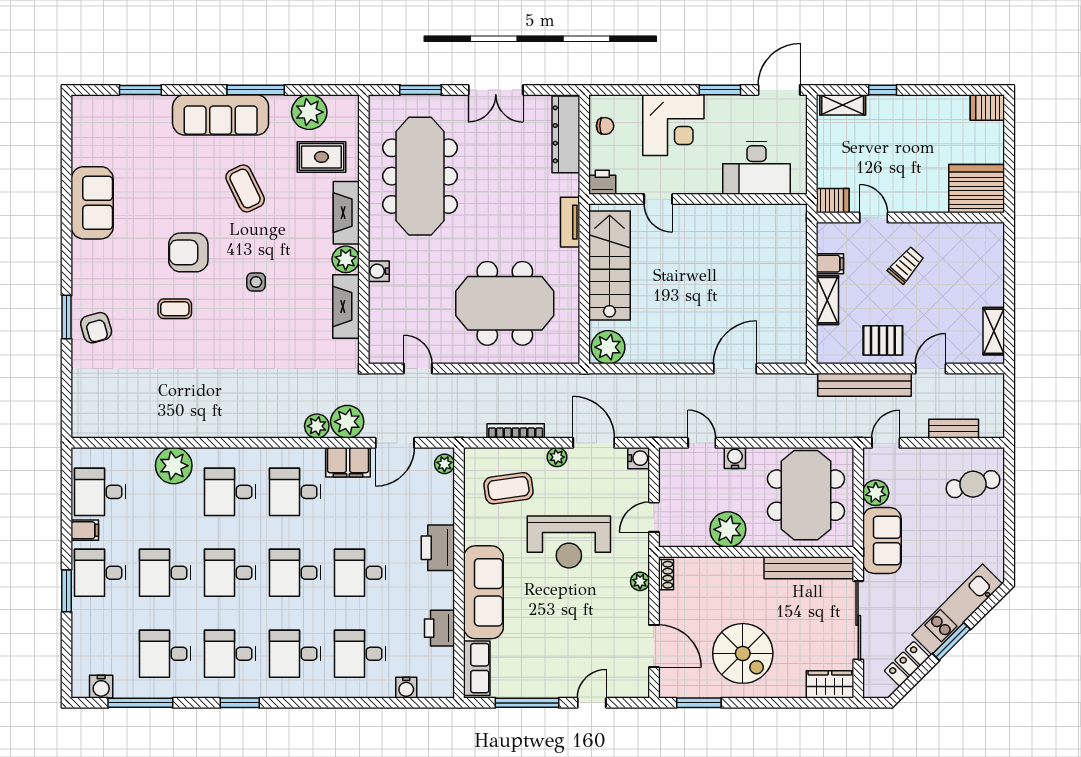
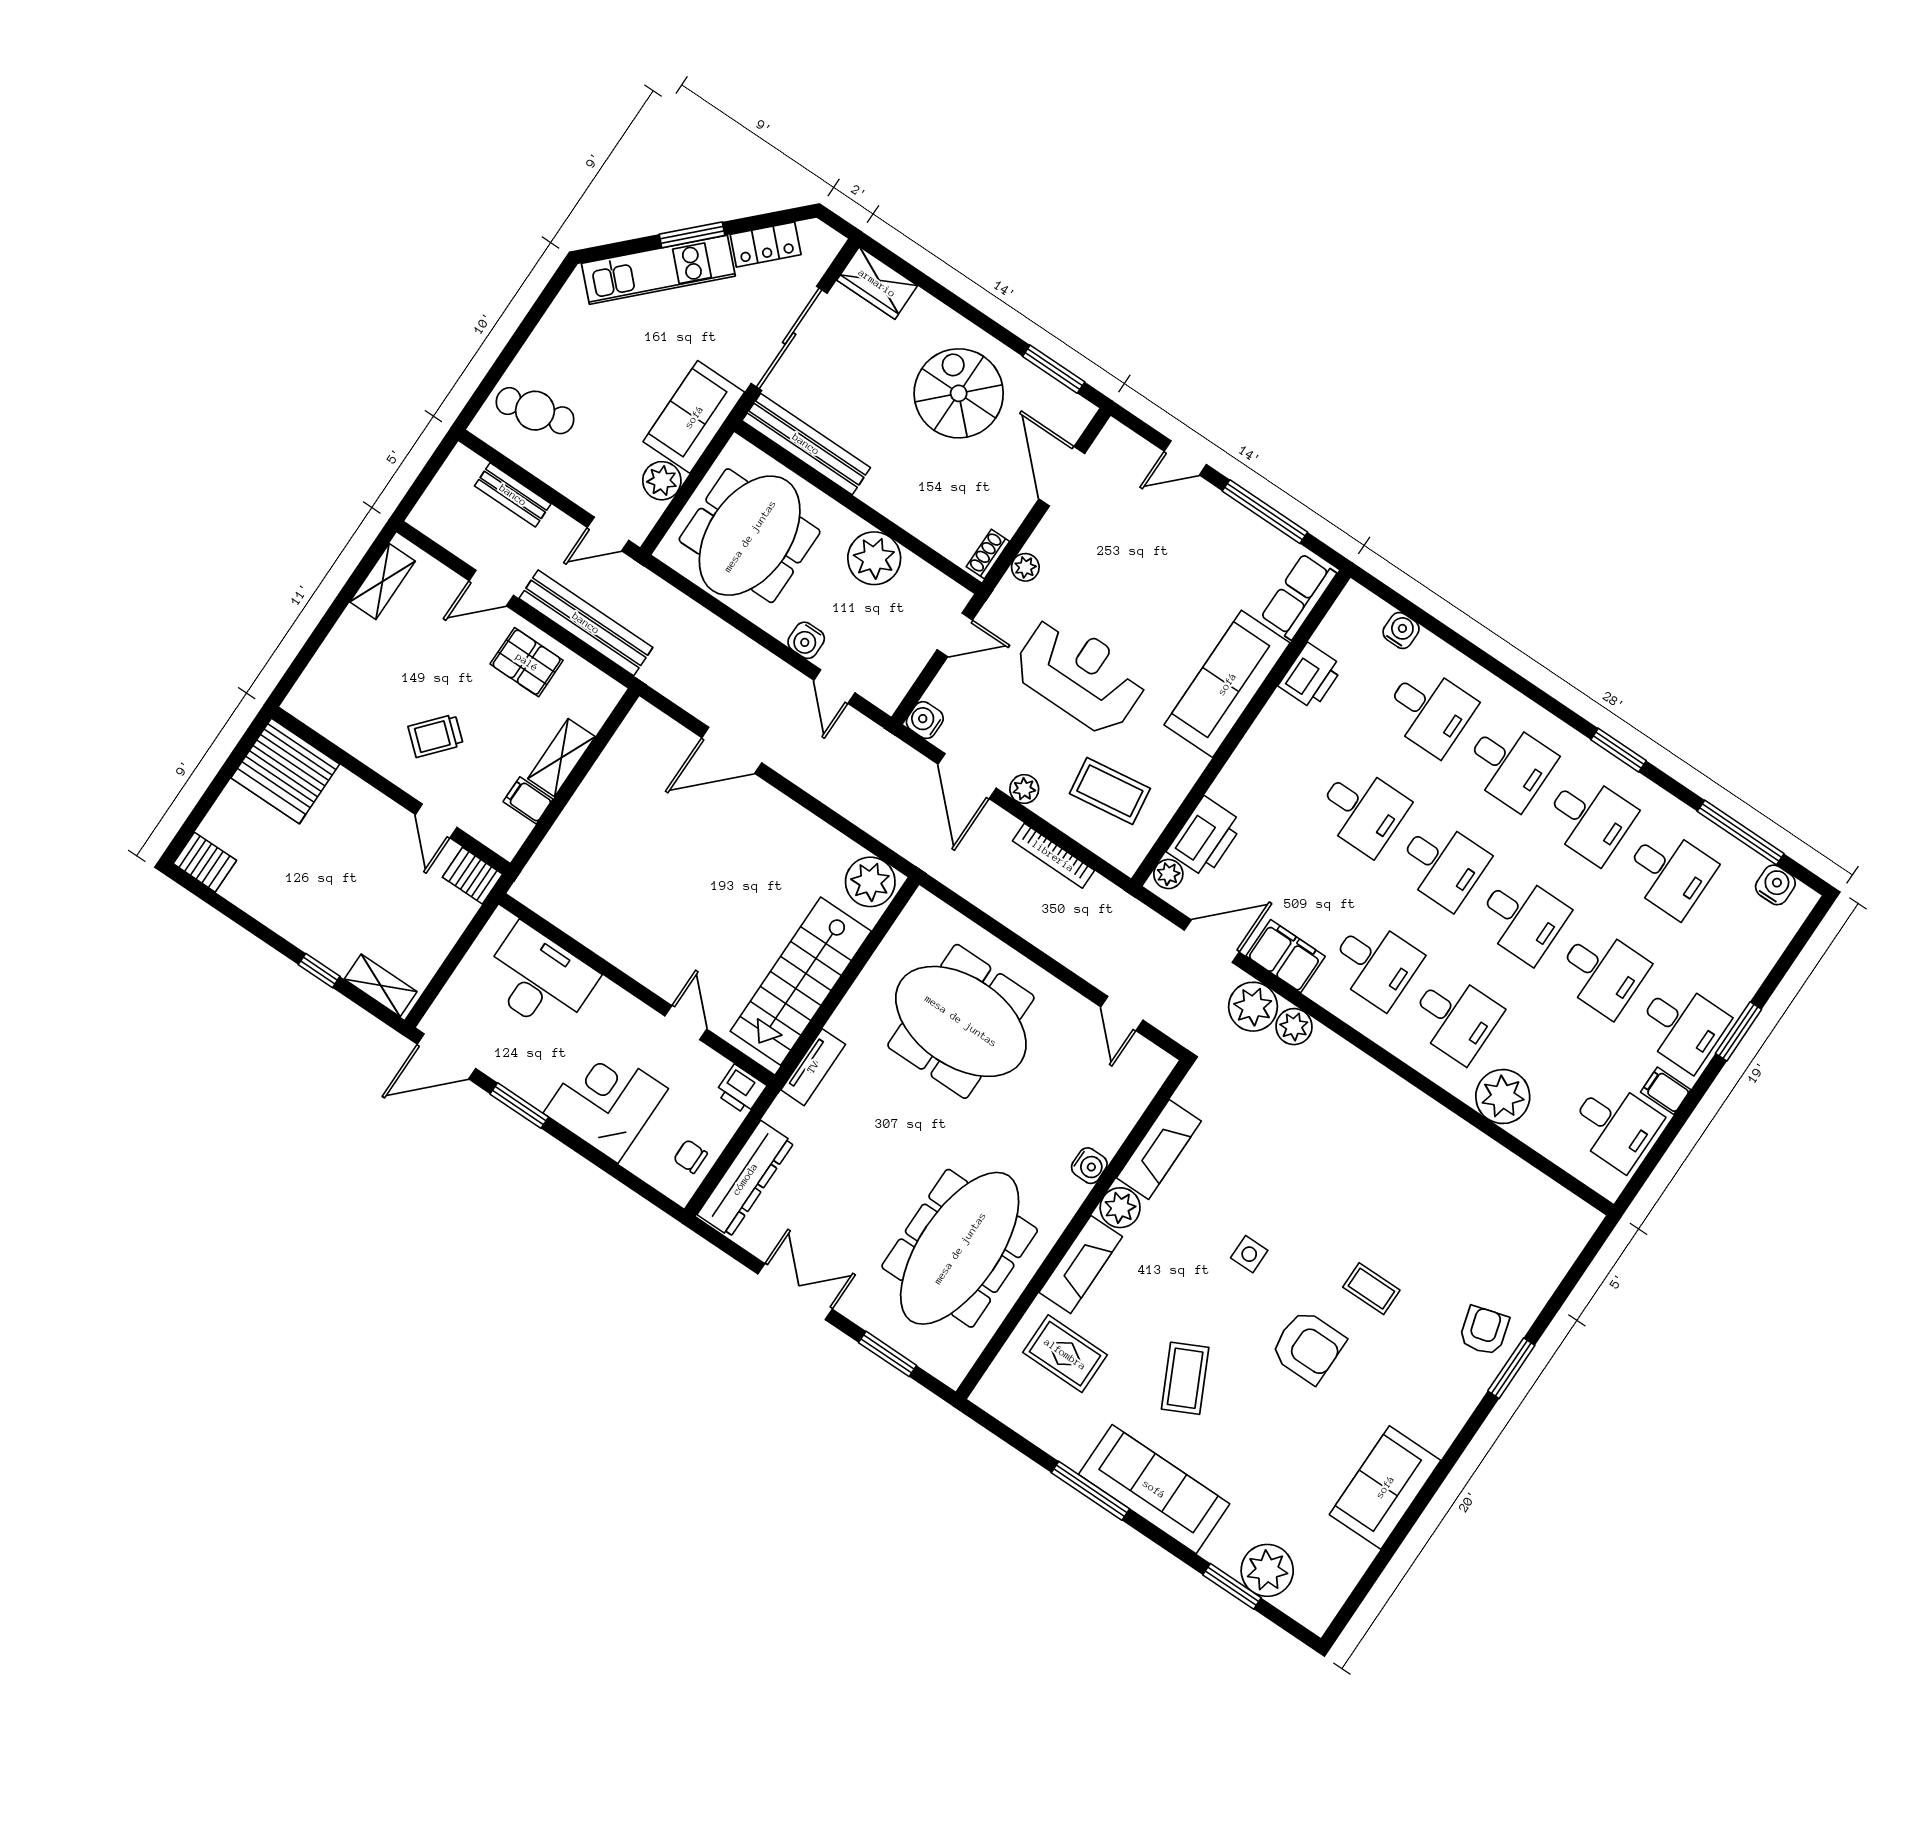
plant: (309, 112) -> (1267, 1570), moved
printer: (438, 548) -> (1205, 837), moved

